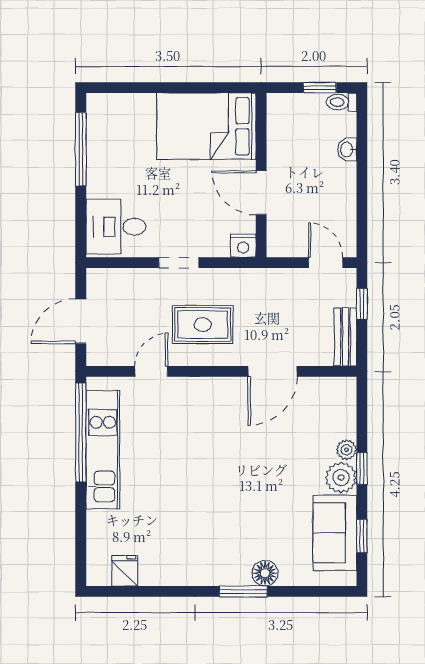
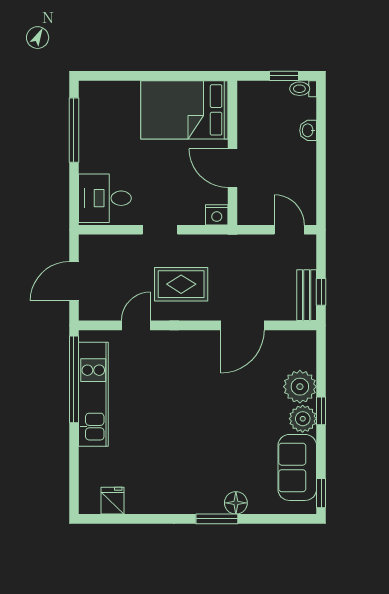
window: (362, 304) -> (321, 292), moved
plant: (347, 450) -> (300, 387), width x1.87, depth x1.87
window: (362, 536) -> (321, 493), moved

